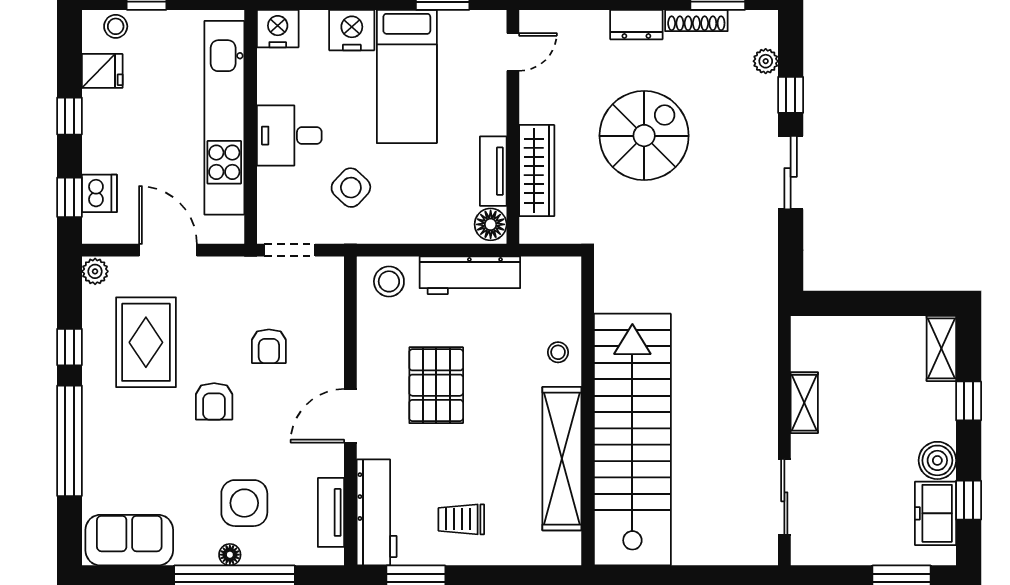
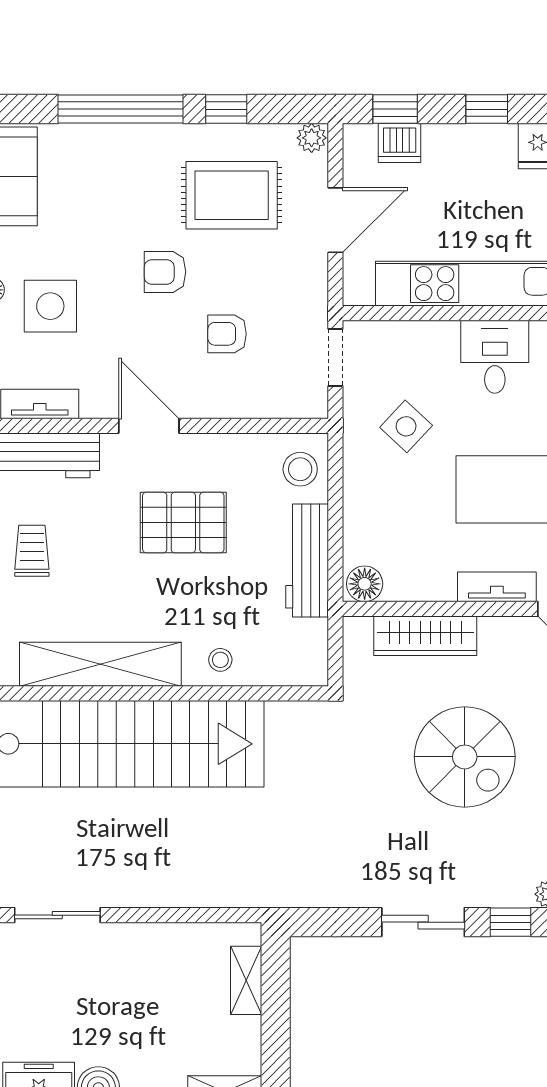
desk: (289, 136) -> (495, 357), moved
tv unit: (493, 171) -> (497, 587), moved
shelving: (804, 403) -> (246, 980), moved, turned 90

